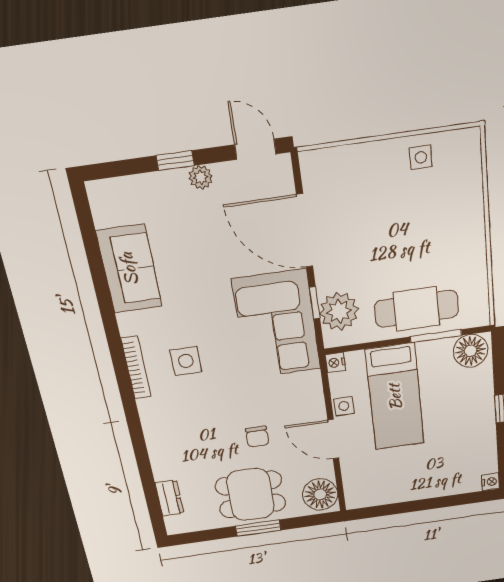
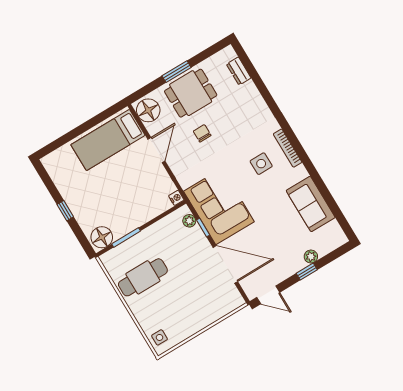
side table: (421, 157) -> (159, 337), moved
plant: (201, 177) -> (311, 257), moved
cafe table: (416, 309) -> (143, 277), moved
plant: (339, 311) -> (189, 221), width x0.53, depth x0.53
bed: (395, 397) -> (108, 140), moved, turned -90
side table: (344, 406) -> (160, 174), removed
door: (333, 439) -> (156, 150), hinge flipped
nightstand: (490, 482) -> (47, 162), removed

